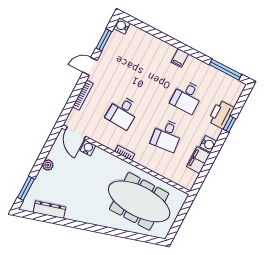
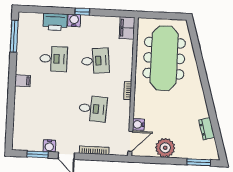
water cooler: (122, 26) -> (49, 146), moved
window: (230, 124) -> (82, 12), moved
water cooler: (208, 144) -> (74, 20), moved
filing cabinet: (198, 160) -> (127, 28), moved, turned 90
plant: (48, 165) -> (165, 148), width x1.88, depth x1.88
dresser: (50, 210) -> (207, 129), width x0.70

